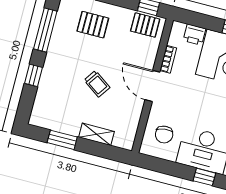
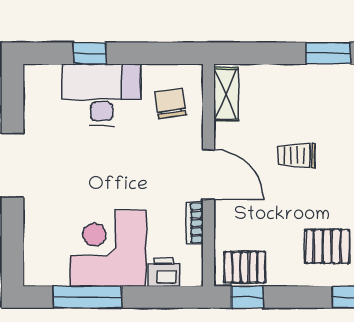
trolley: (97, 84) -> (296, 155), turned -35
shelving: (97, 134) -> (226, 94), moved, turned 90

